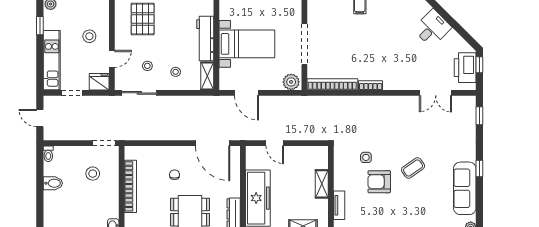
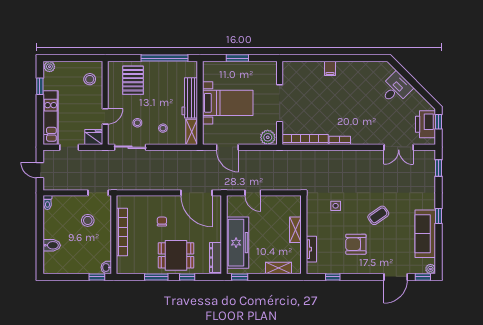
stool: (89, 36) -> (90, 79), moved
armchair: (379, 182) -> (356, 244), moved
bidet: (53, 183) -> (52, 245), moved

